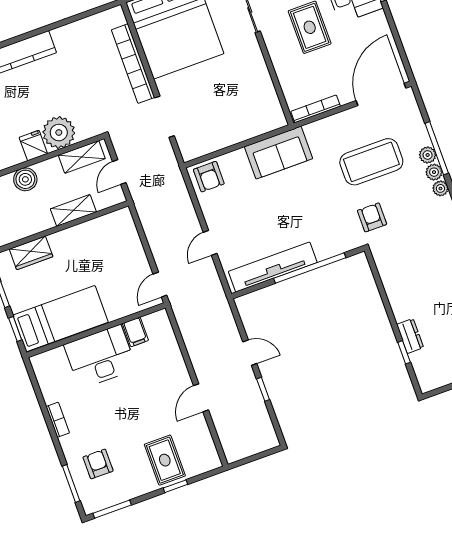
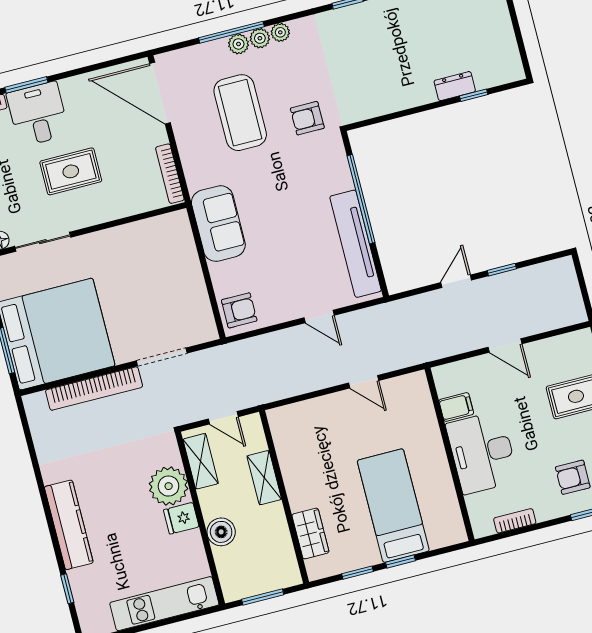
wall: (96, 330) -> (450, 454), moved
filing cabinet: (135, 332) -> (456, 407), moved
desk: (100, 357) -> (482, 452), moved

